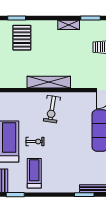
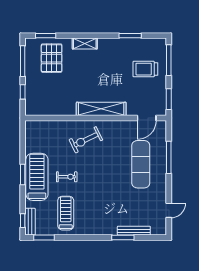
shelving: (69, 25) -> (85, 43), moved
shelving: (49, 82) -> (101, 109), moved
exercise bike: (52, 109) -> (86, 140), turned 55

